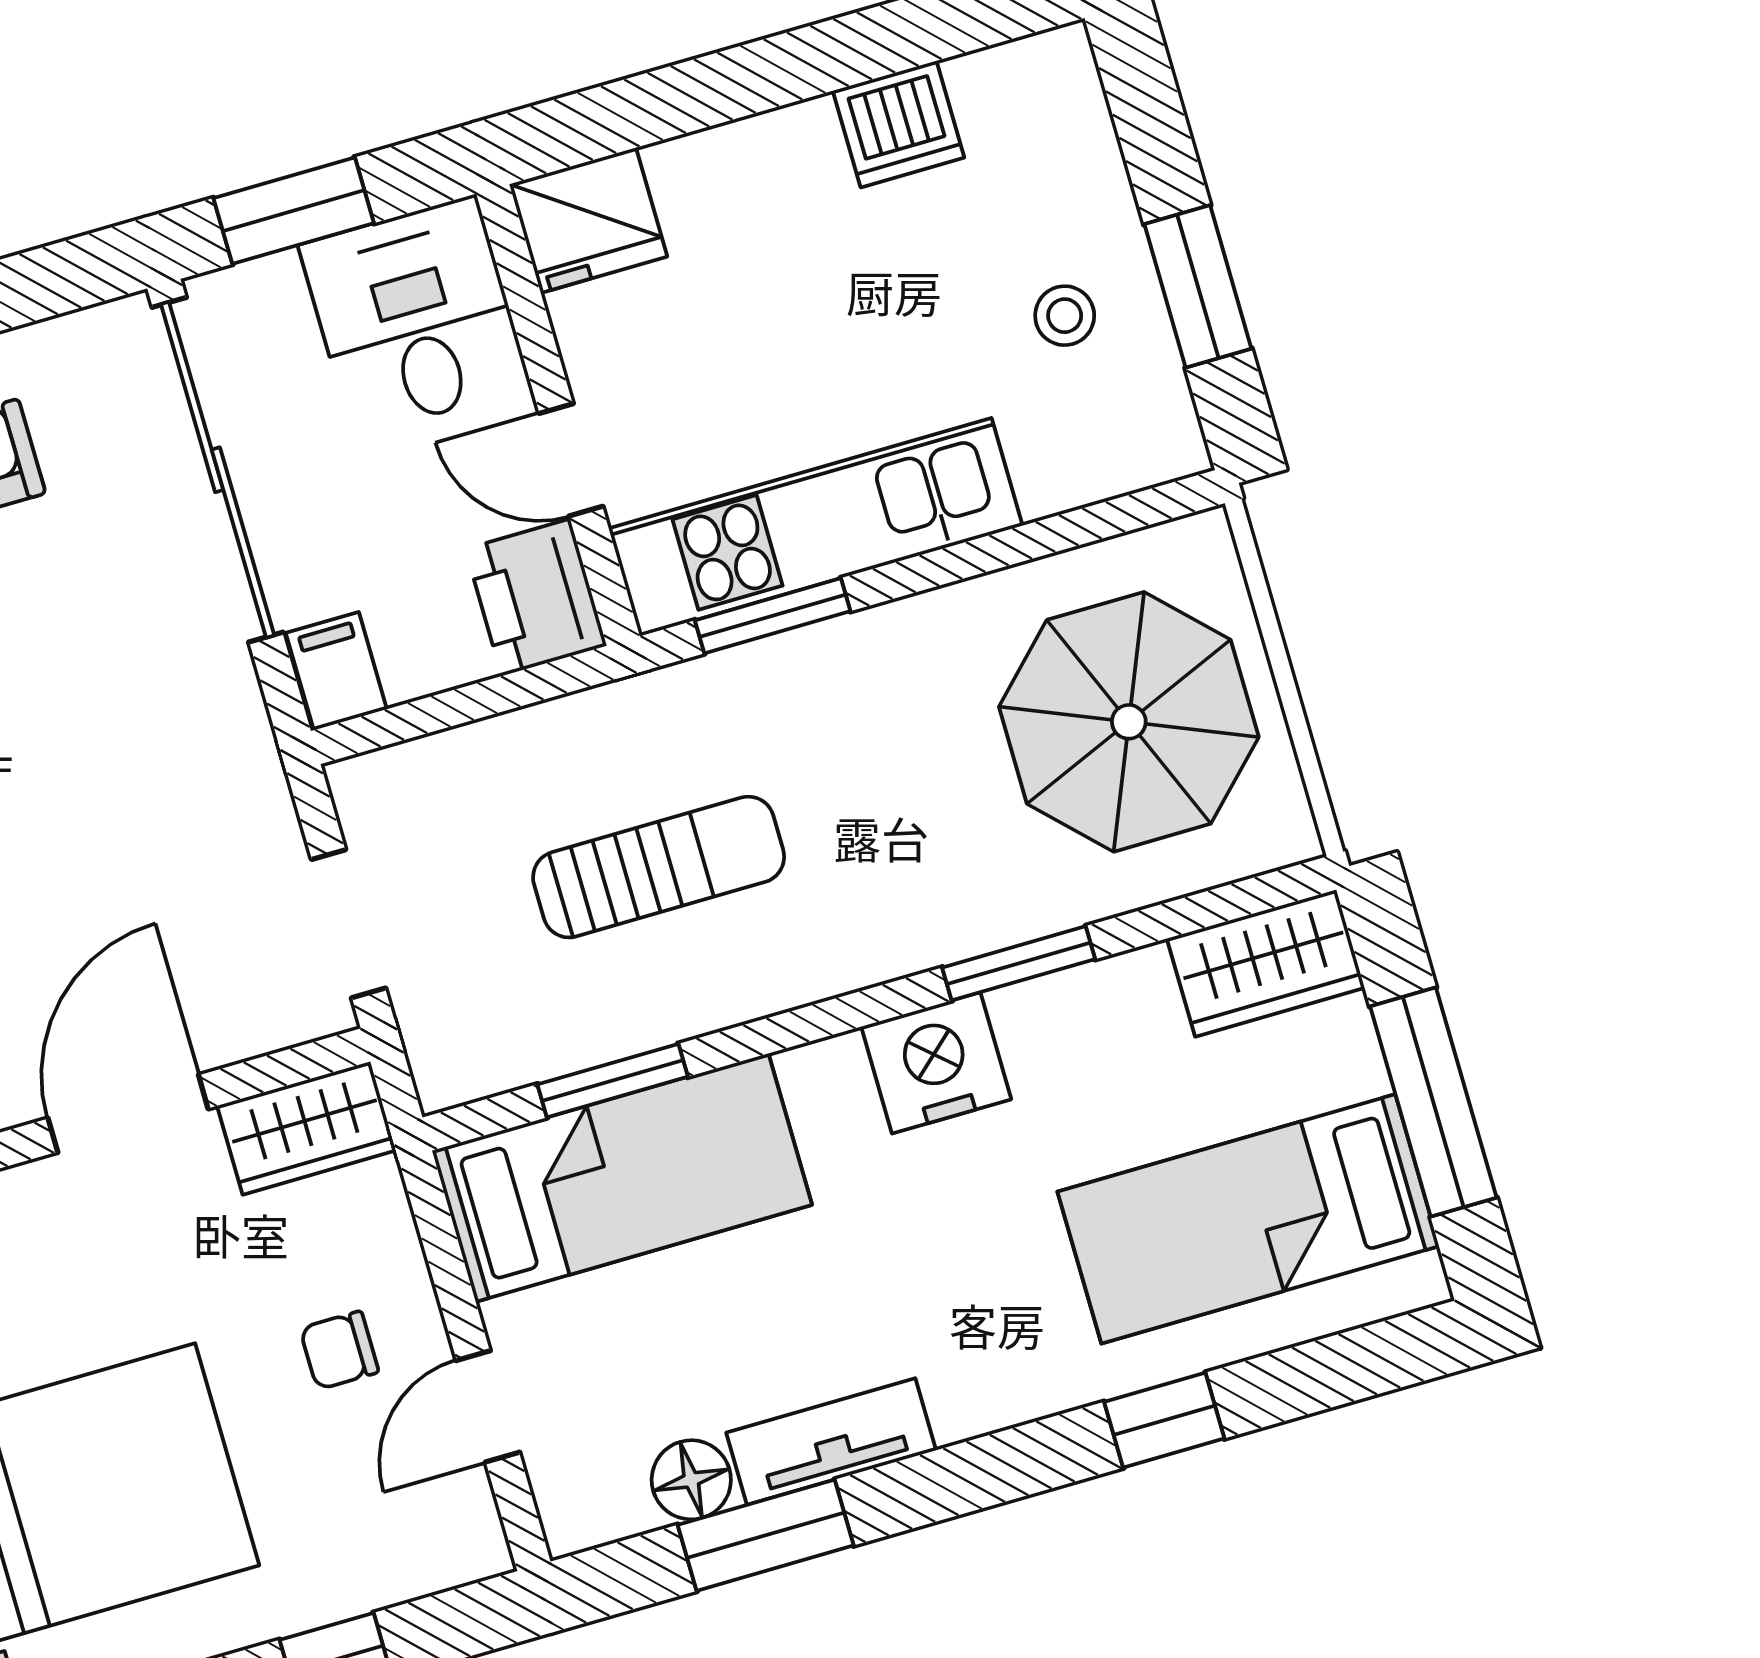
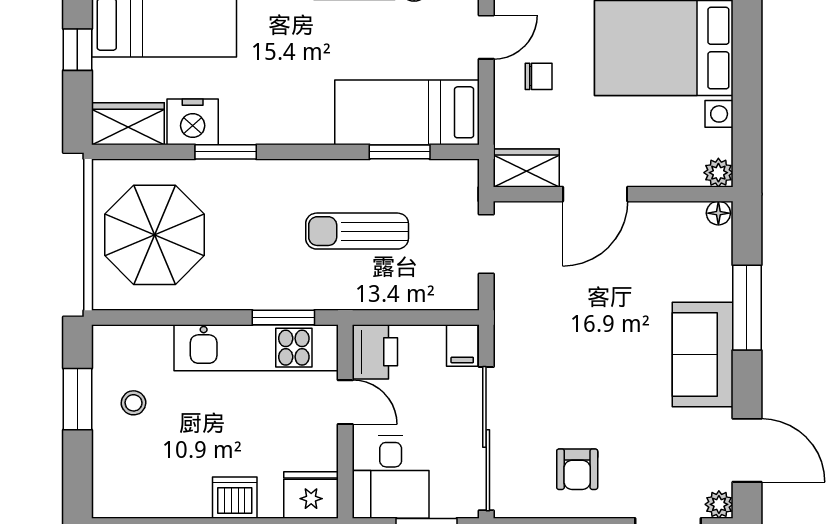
dishwasher: (898, 124) -> (235, 498), moved
nightstand: (936, 1063) -> (193, 122), moved
window: (1433, 1102) -> (77, 50), width x0.46

